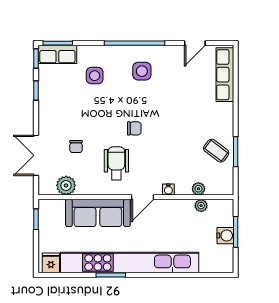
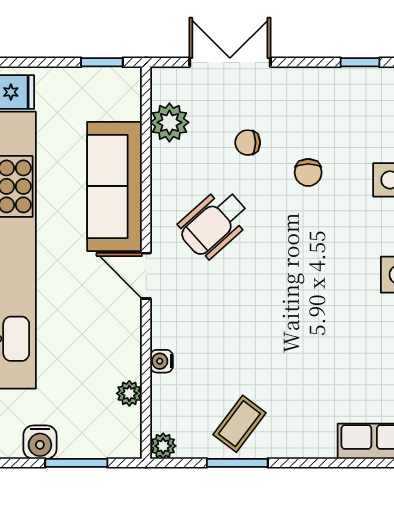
chair: (134, 128) -> (308, 172), moved
wheelchair: (116, 163) -> (214, 224), turned 138
water cooler: (168, 189) -> (162, 361), moved
plant: (198, 189) -> (163, 446), moved
water cooler: (225, 236) -> (40, 442), moved

